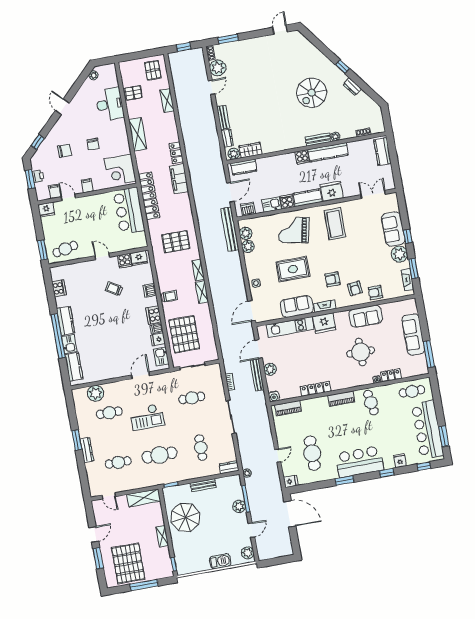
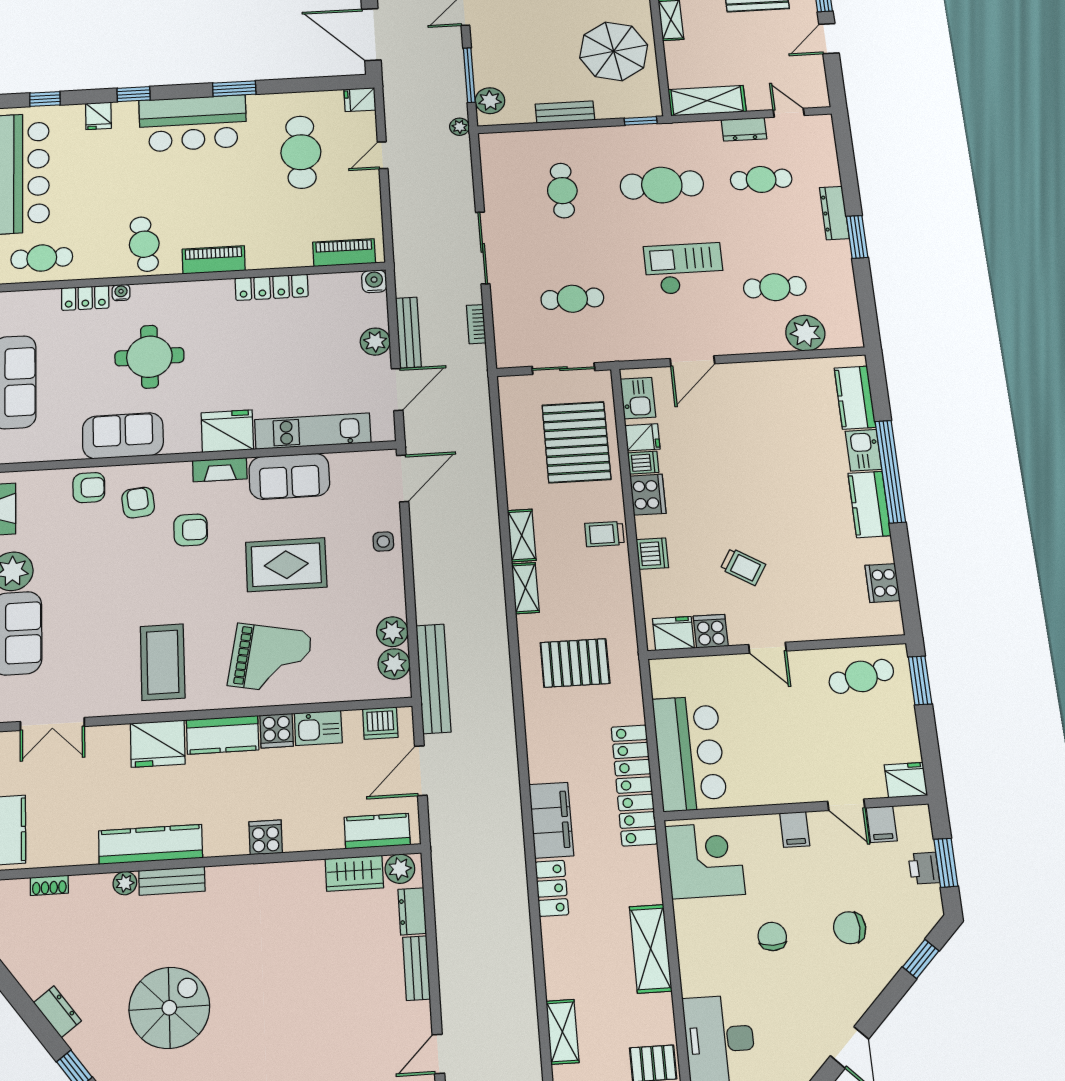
cooker: (302, 157) -> (266, 837), moved
dresser: (229, 467) -> (744, 129), moved
plant: (239, 506) -> (490, 101), moved

